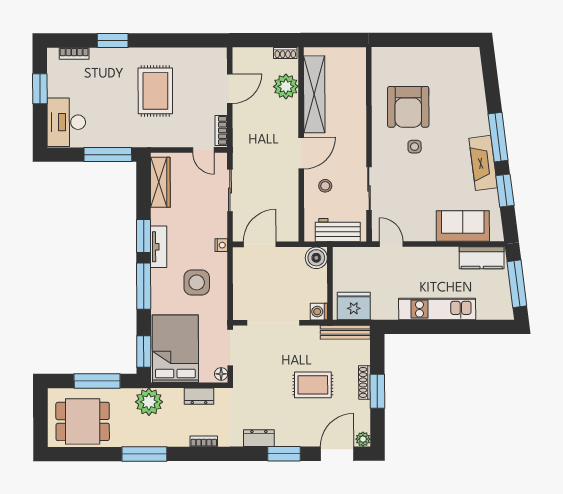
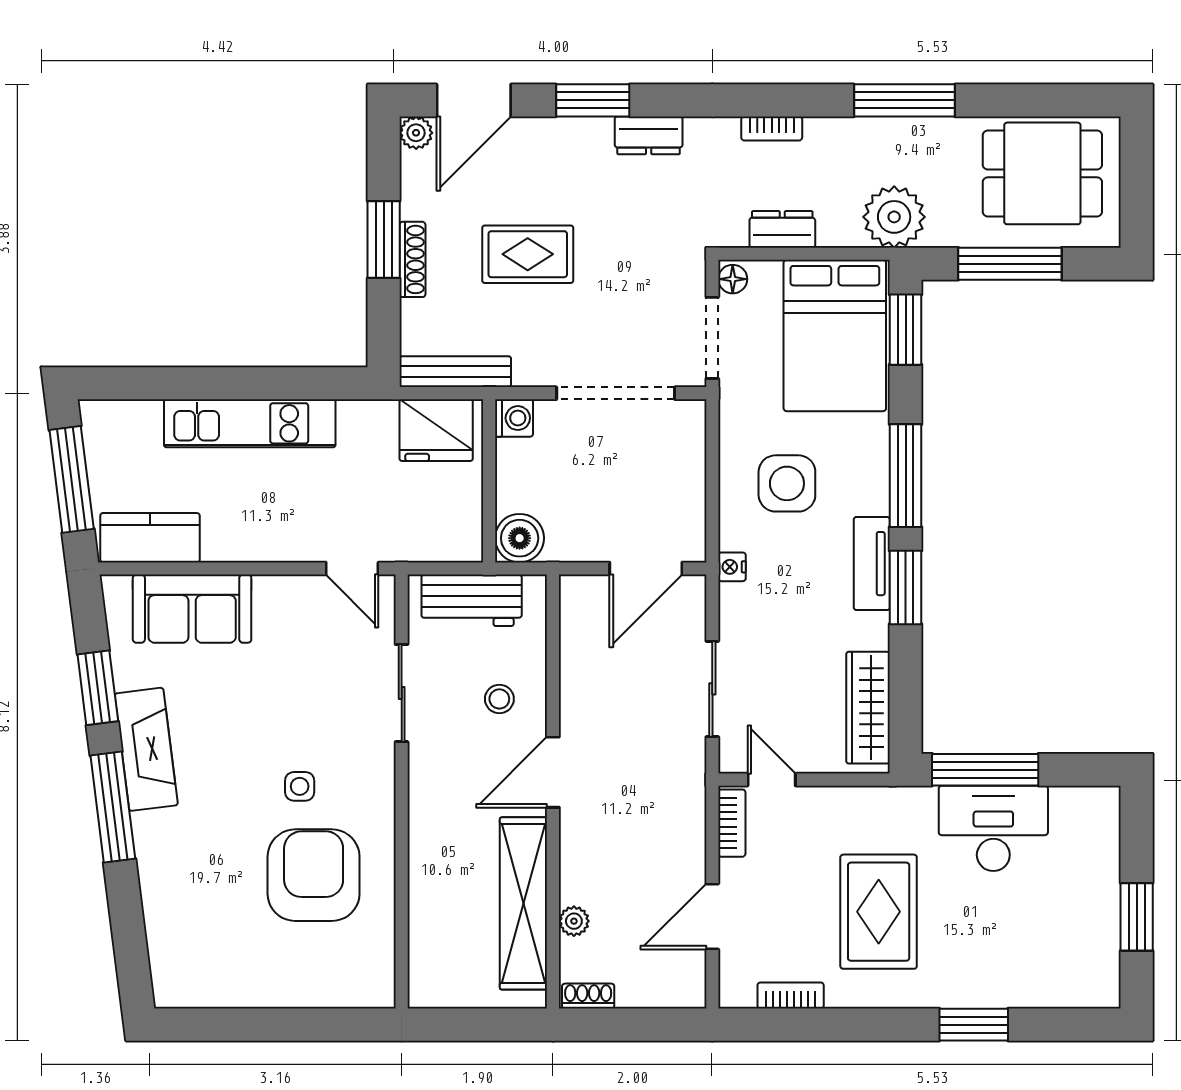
bookcase: (74, 54) -> (791, 996), moved
plant: (286, 86) -> (574, 921), width x0.53, depth x0.53
desk: (66, 122) -> (993, 828), moved, turned -90

